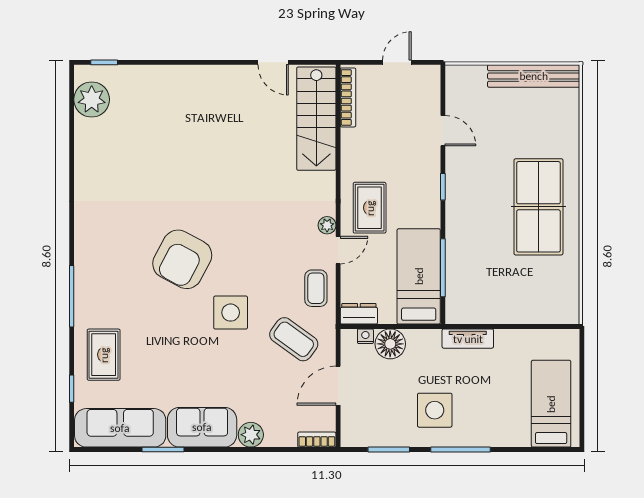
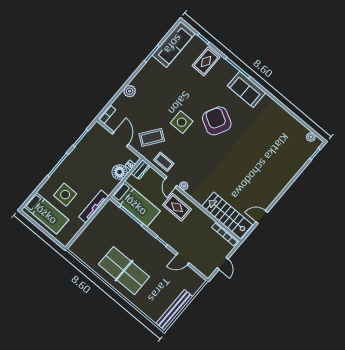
plant: (92, 99) -> (311, 137), width x0.53, depth x0.53
tv unit: (468, 339) -> (94, 206), width x1.41
rug: (104, 355) -> (206, 61), turned 90
side table: (435, 410) -> (65, 195), moved
sofa: (202, 427) -> (246, 89), moved, turned 90

